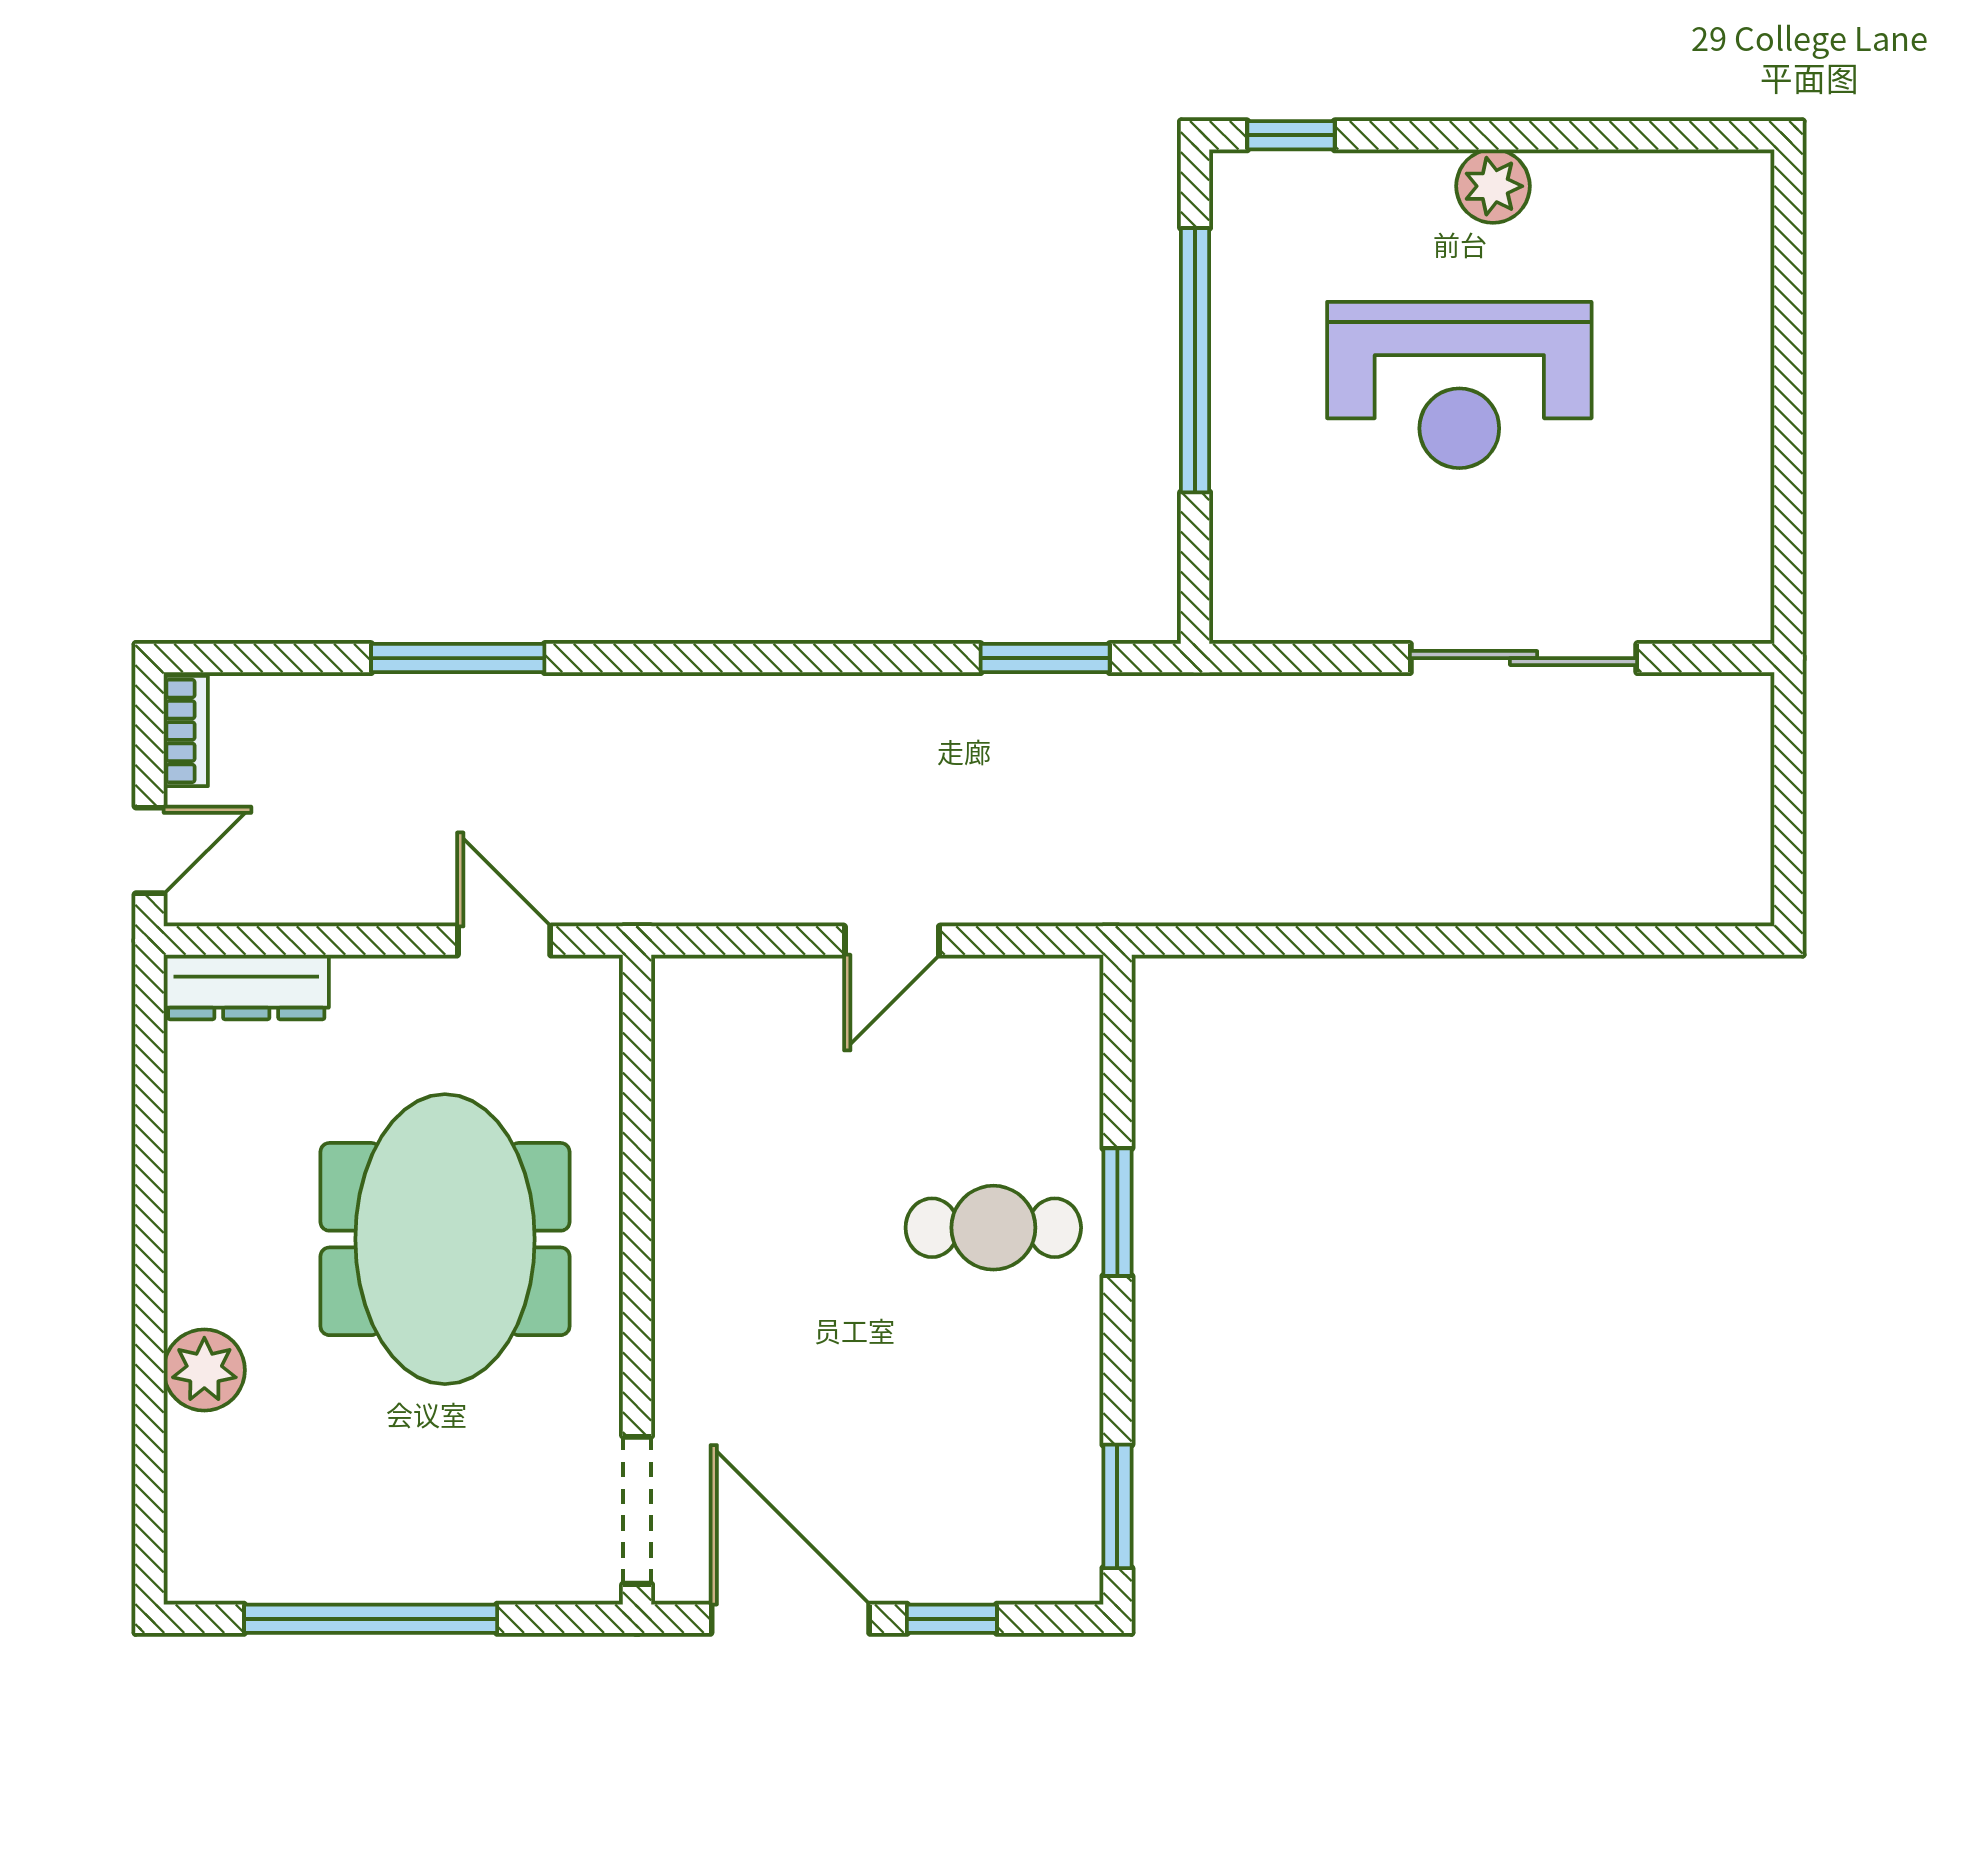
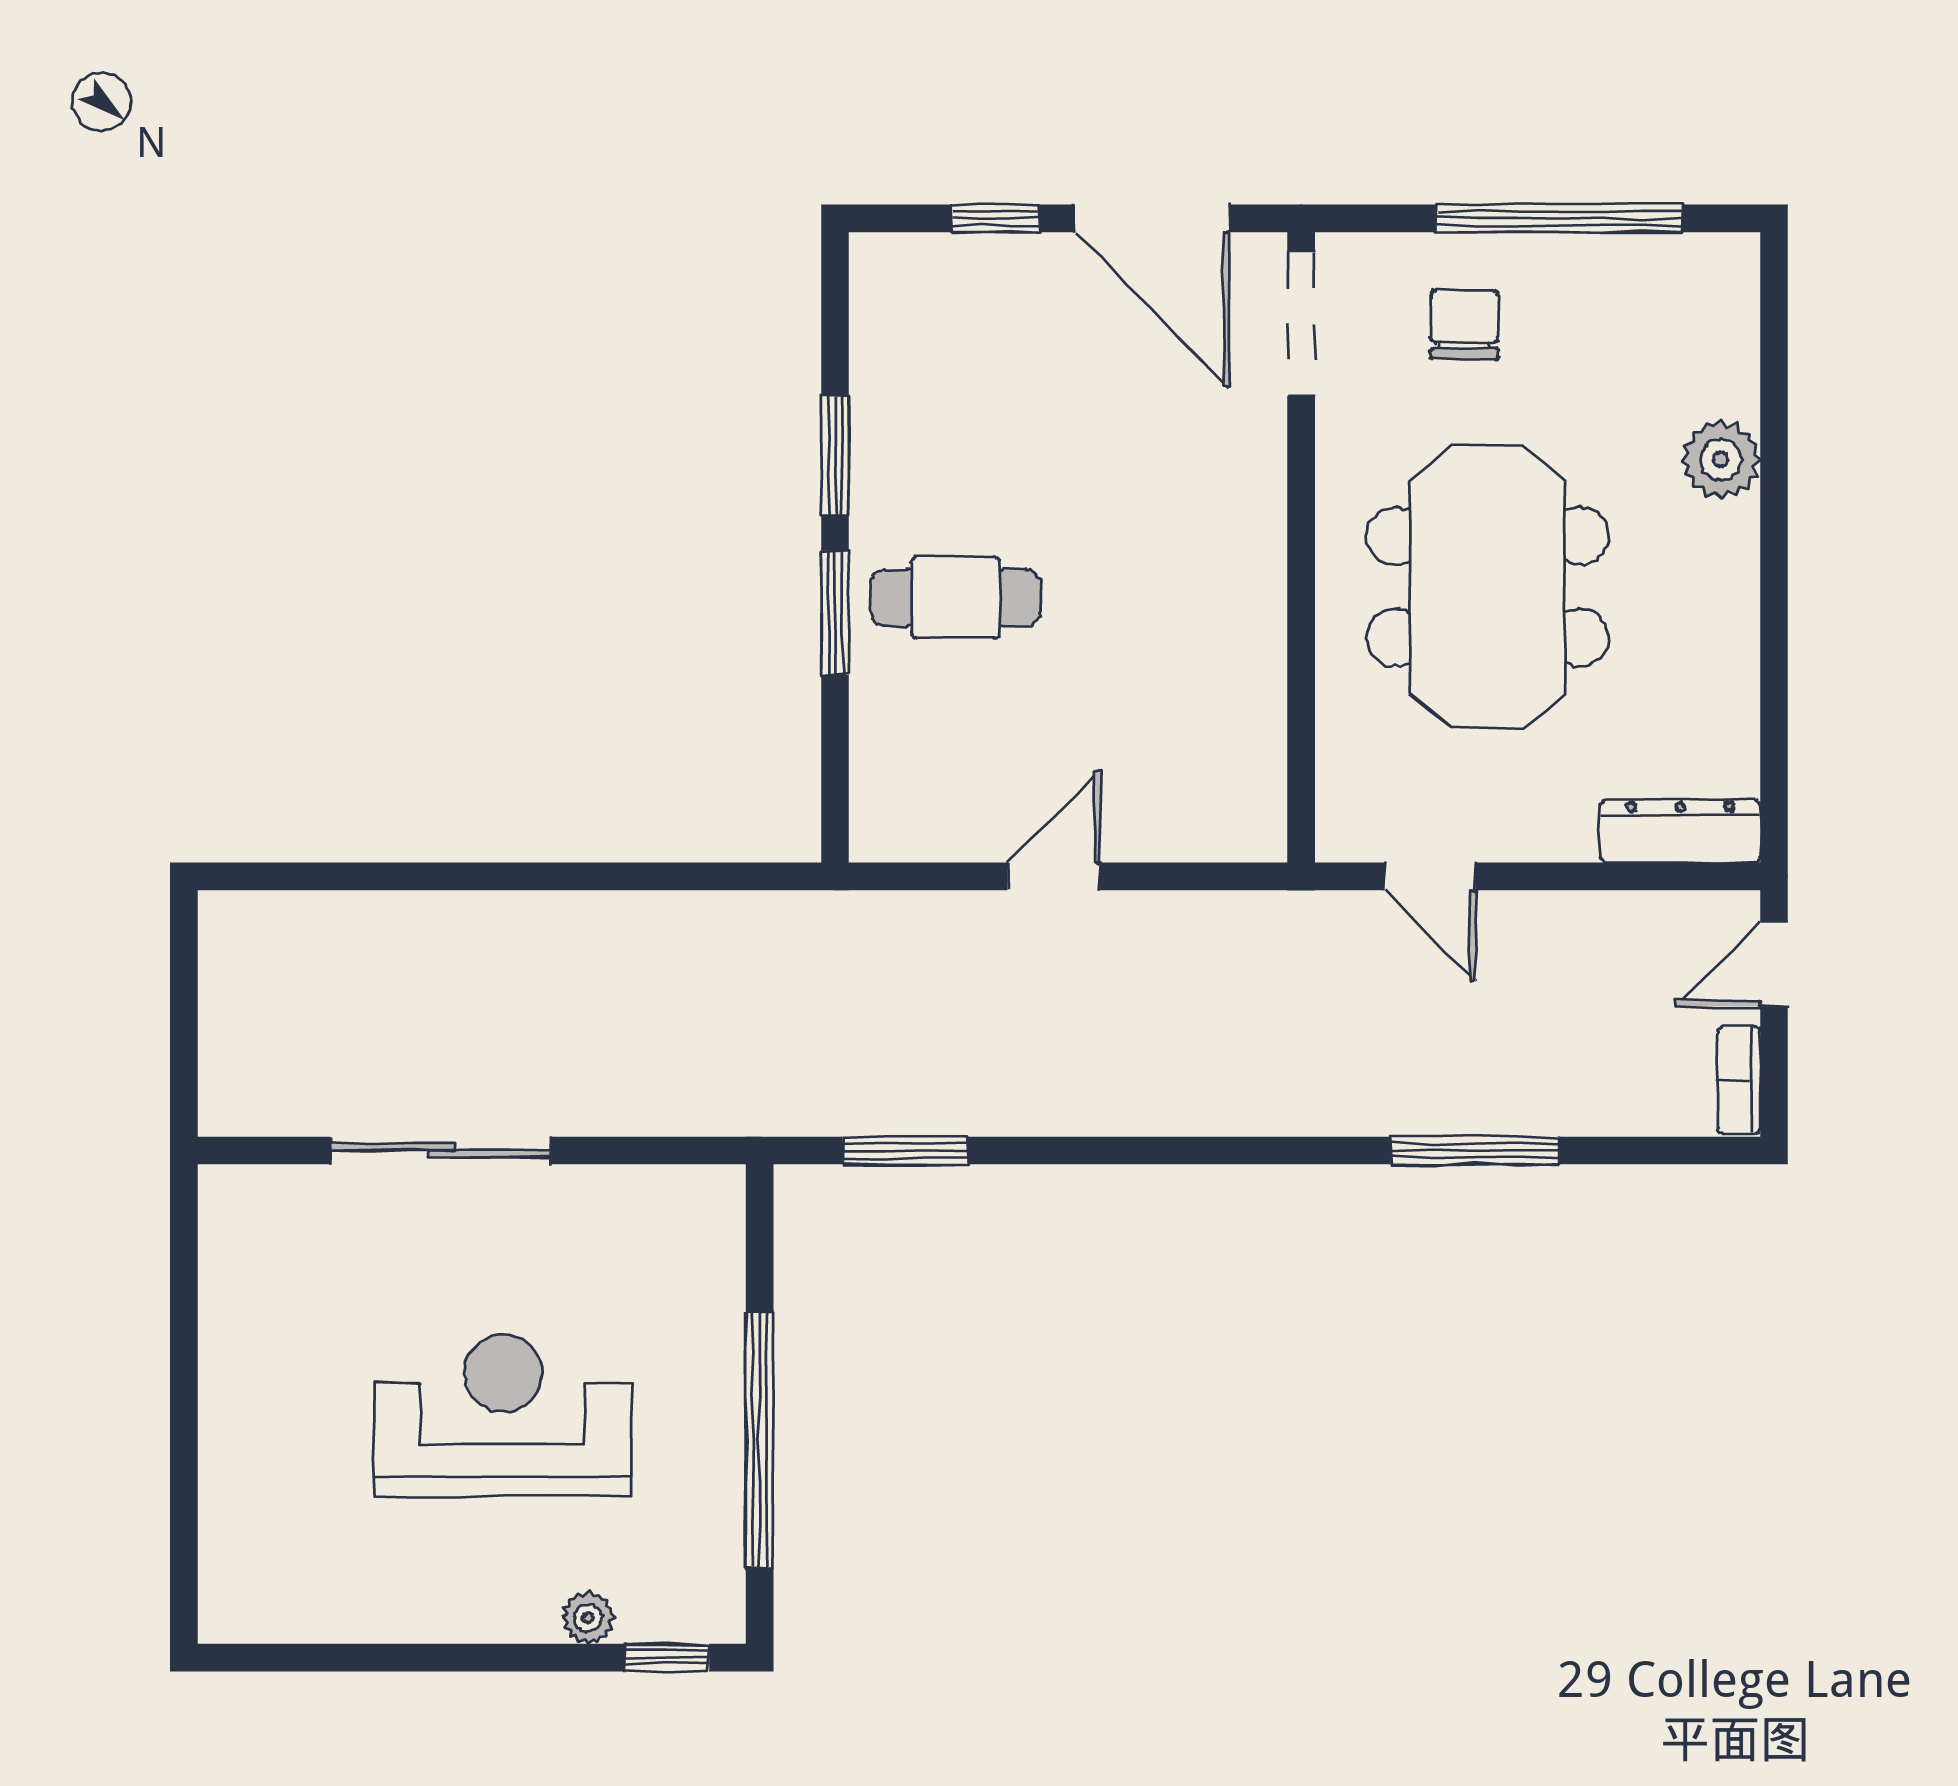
plant: (1493, 186) -> (588, 1618), moved, width x0.73, depth x0.73
window: (1117, 1506) -> (835, 456), moved
chair: (469, 1509) -> (1464, 325), added

